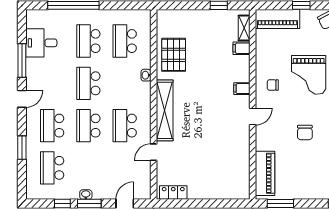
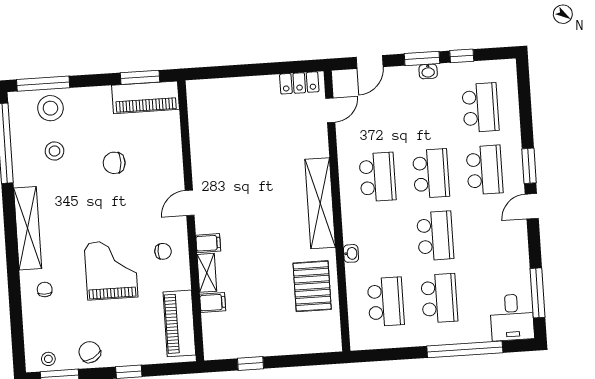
piano: (277, 19) -> (179, 323), moved, turned -90
shelving: (244, 28) -> (207, 273), moved
desk: (41, 43) -> (512, 317), moved, turned 90
window: (22, 61) -> (537, 293), moved
chair: (305, 133) -> (114, 163), moved, turned -88
window: (22, 148) -> (529, 166), moved
door: (154, 152) -> (330, 110), moved
piano: (265, 173) -> (146, 97), moved, turned -90

